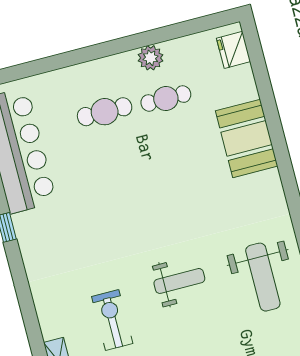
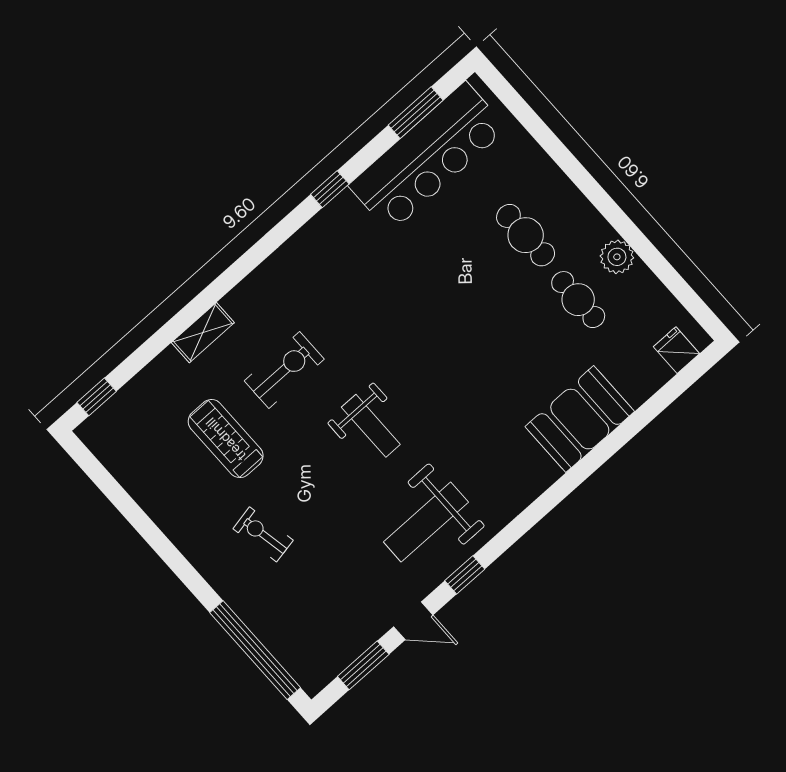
fridge: (234, 50) -> (676, 350), width x0.72

